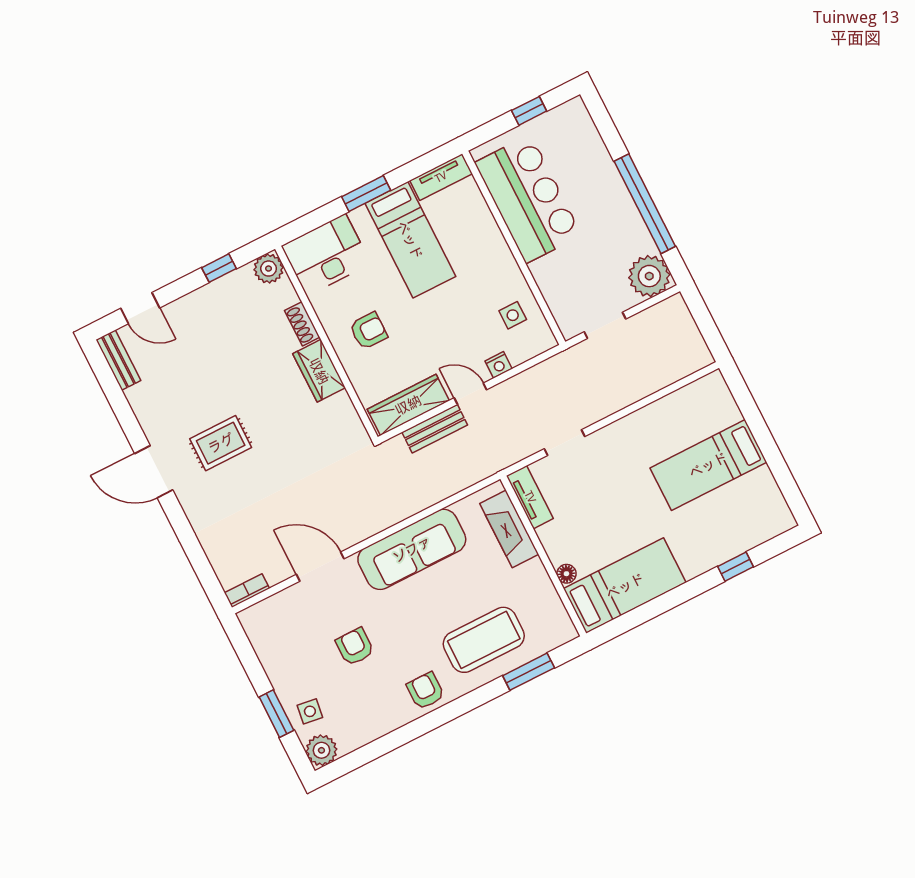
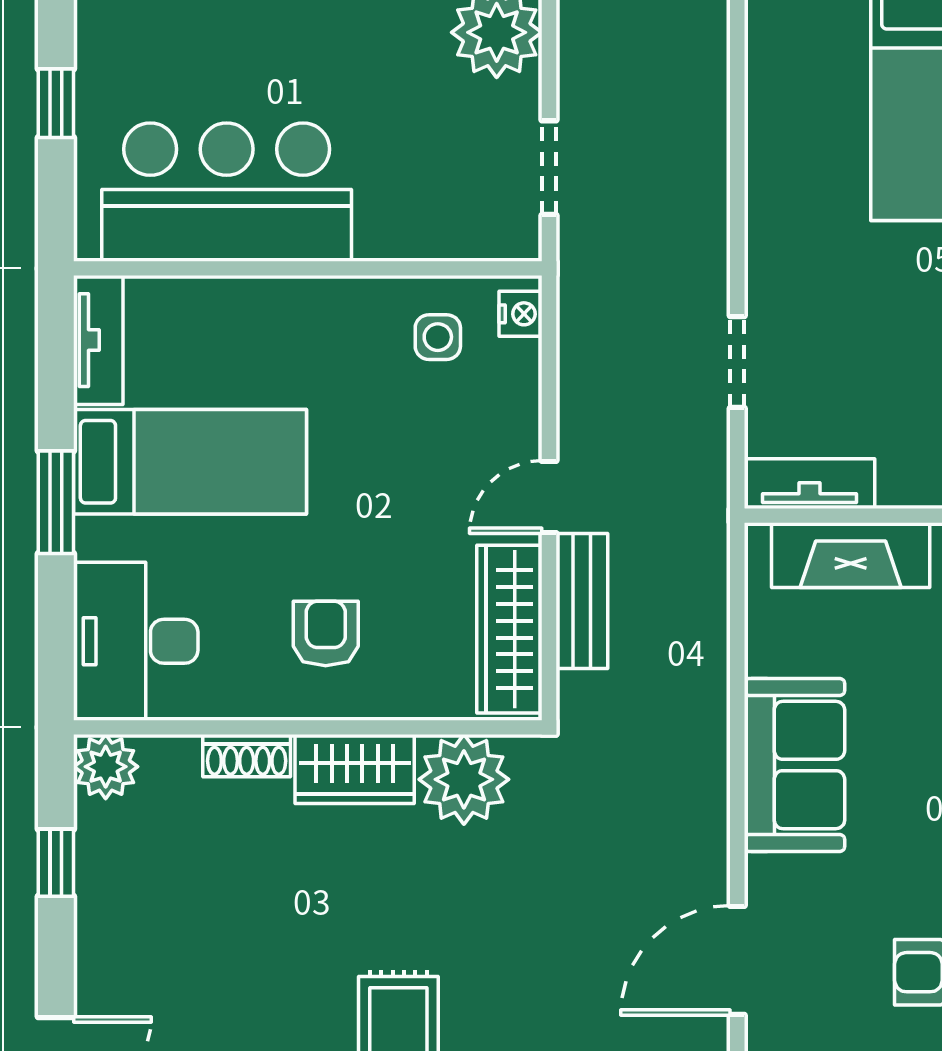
nightstand: (498, 365) -> (521, 314), moved
plant: (338, 417) -> (464, 779), added
sofa: (412, 549) -> (794, 765), width x0.73

